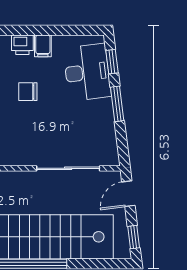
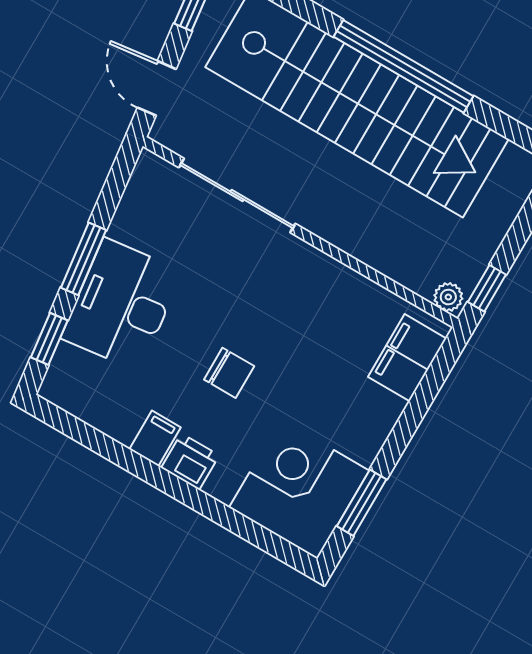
desk: (87, 72) -> (122, 305), moved
door: (128, 194) -> (157, 88), swing flipped

